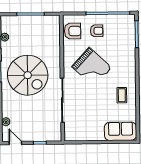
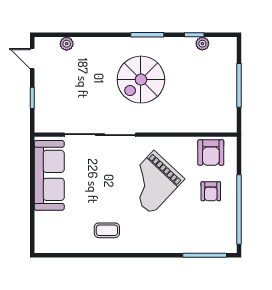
spiral stairs: (28, 75) -> (141, 80), width x0.73, depth x0.73
sofa: (121, 131) -> (49, 175), moved, width x1.36
door: (15, 143) -> (32, 59), swing flipped

